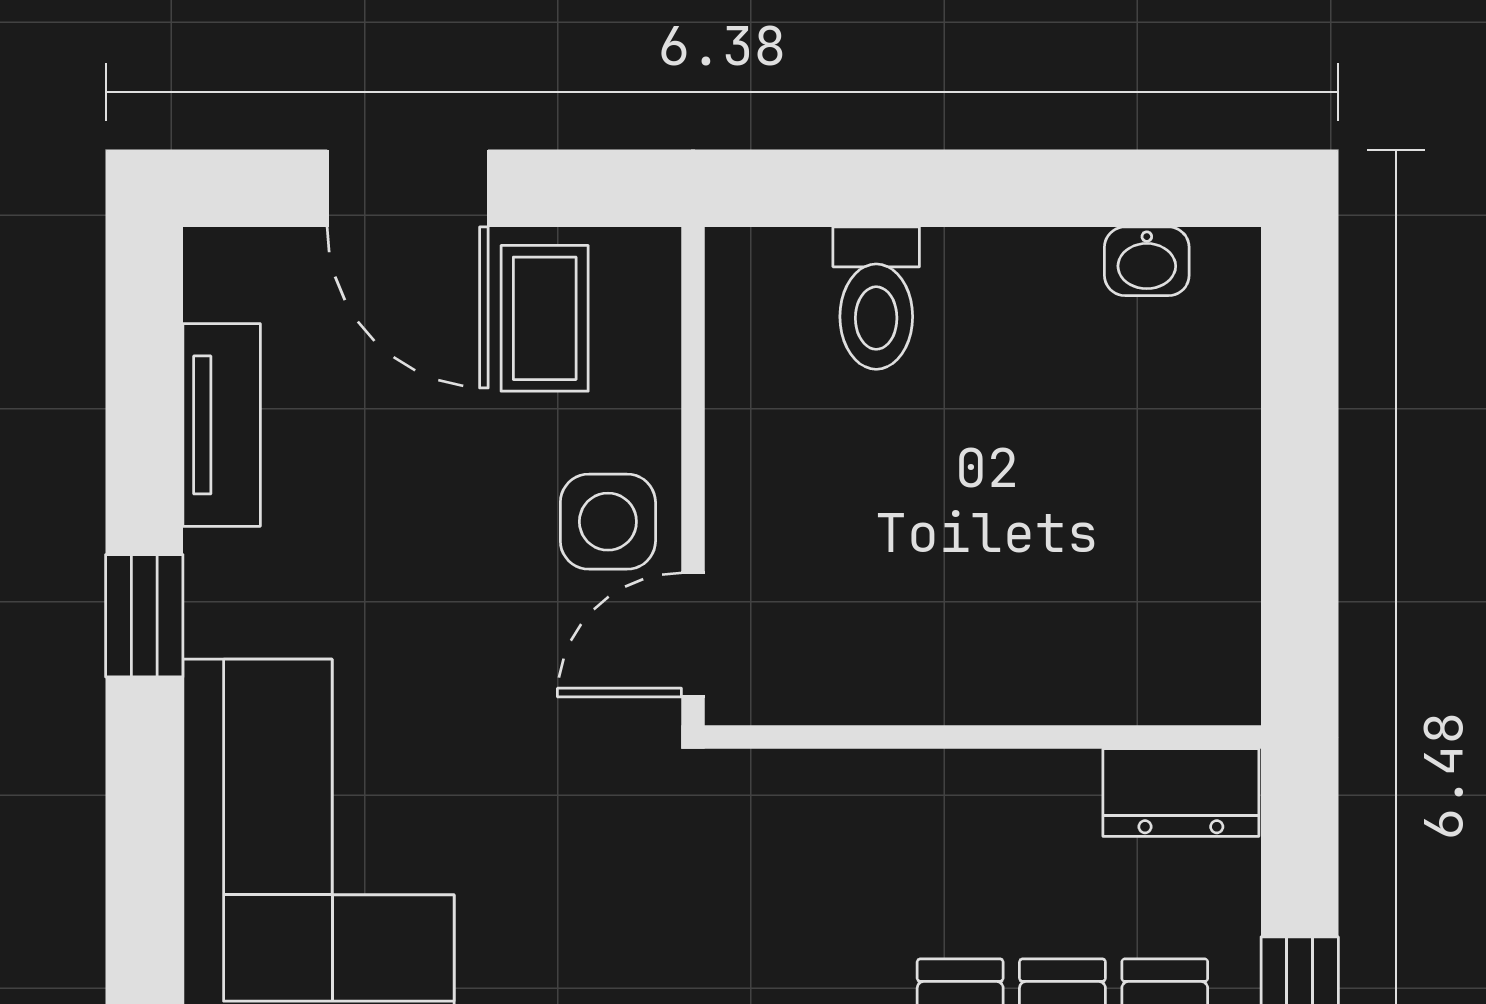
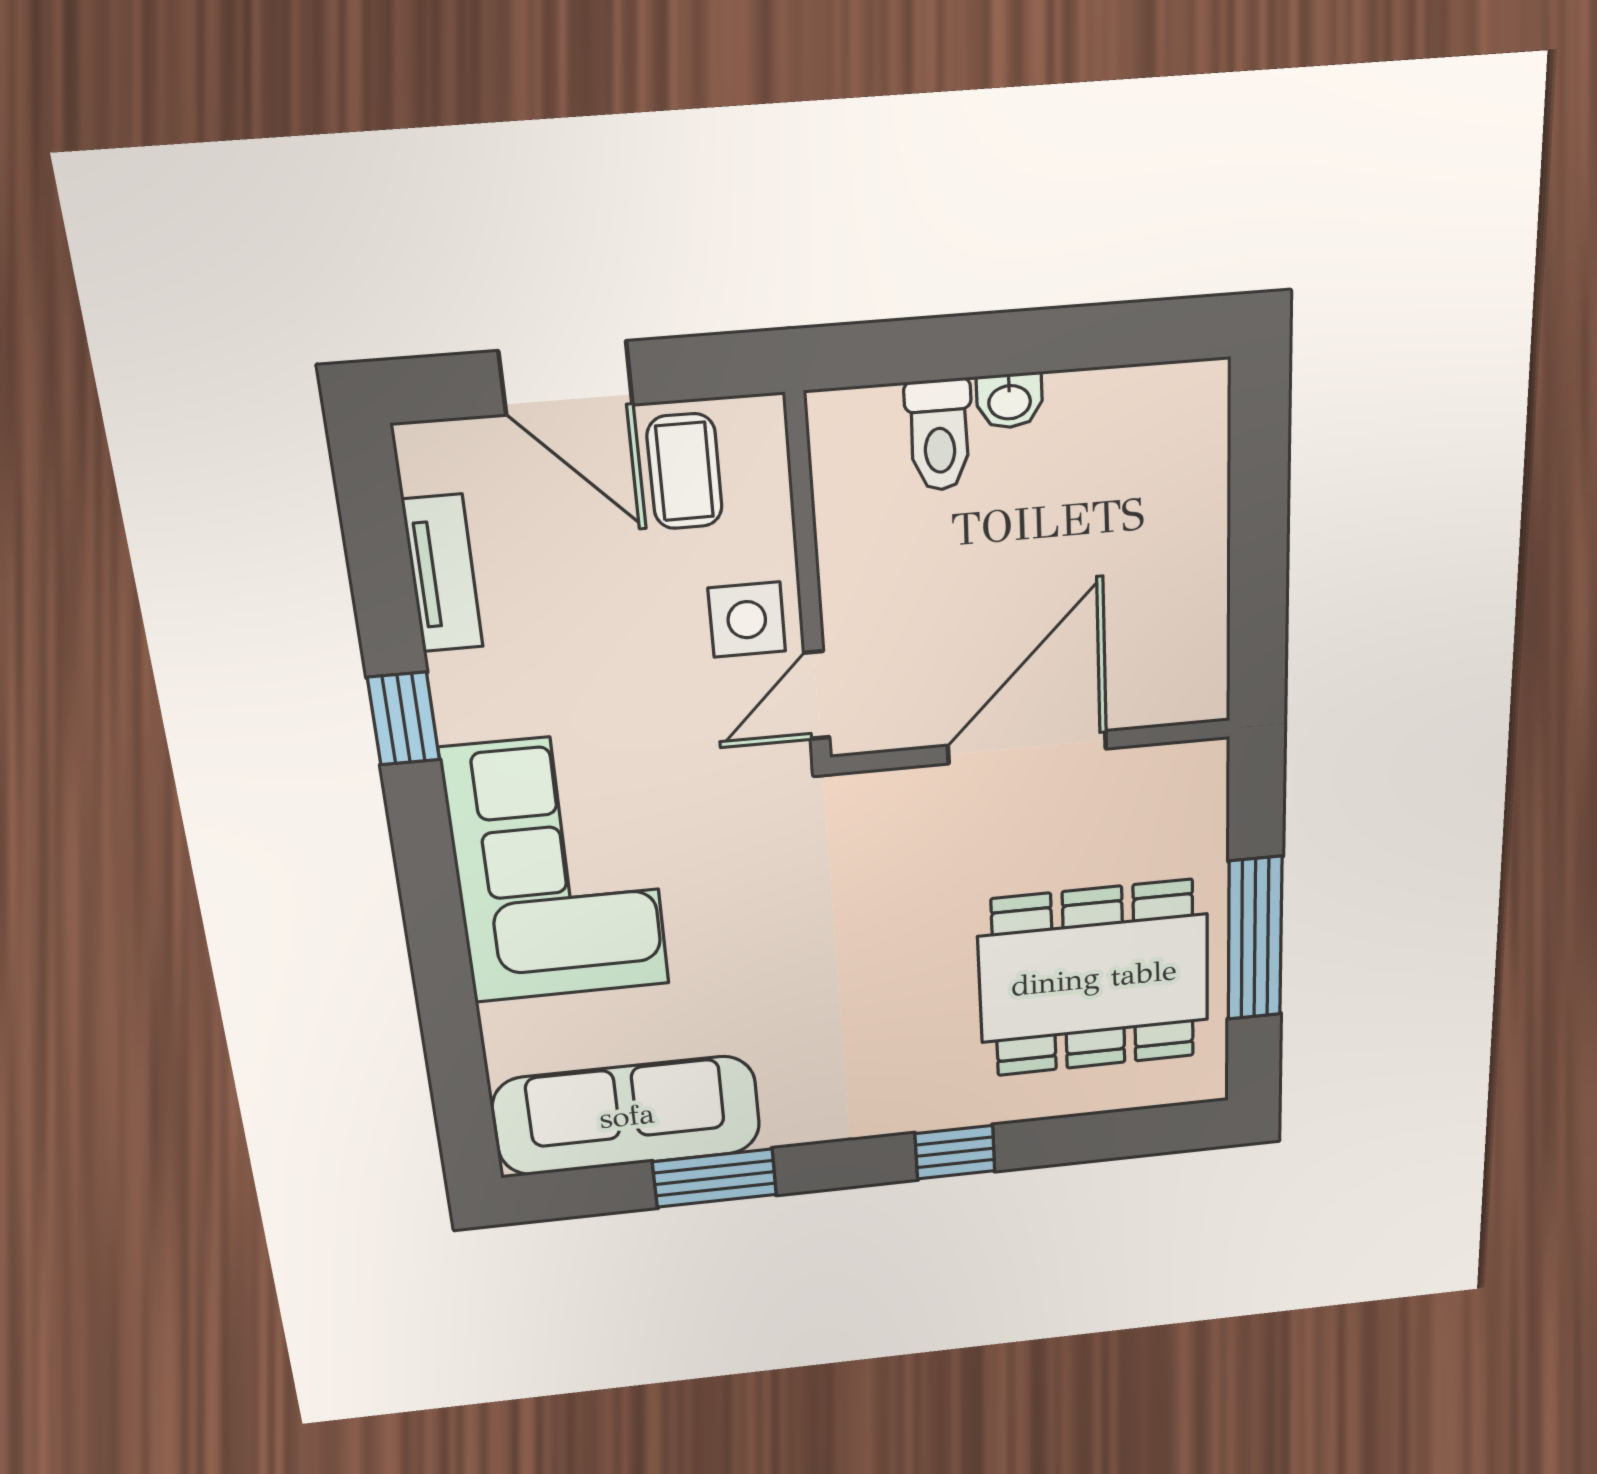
washbasin: (1147, 261) -> (1010, 401), moved
door: (977, 737) -> (1027, 747), added
dresser: (1181, 793) -> (1173, 771), removed

